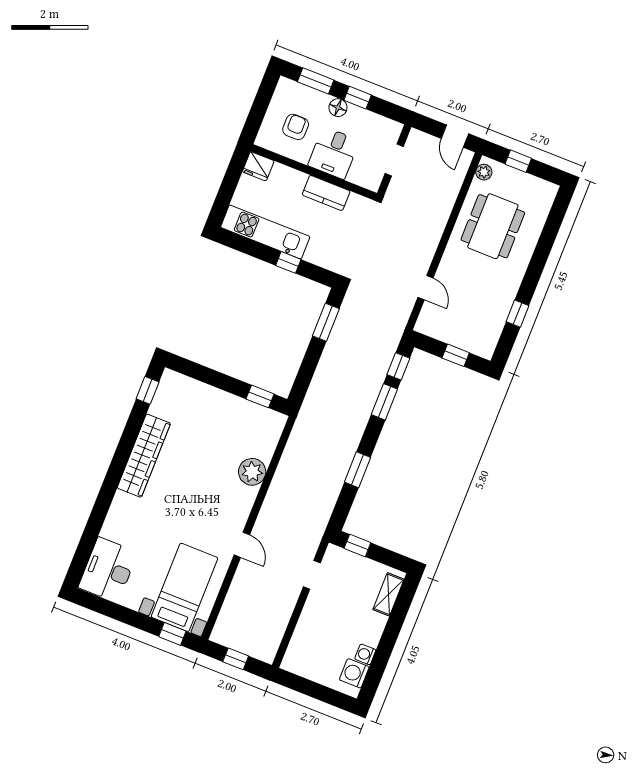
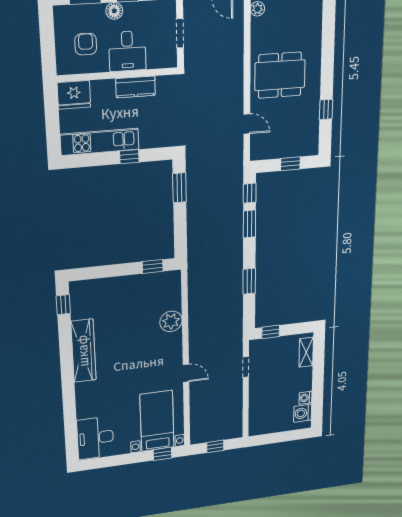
fridge: (258, 166) -> (74, 95), width x1.36, depth x1.34
dining table: (493, 226) -> (280, 75), moved, turned 90

